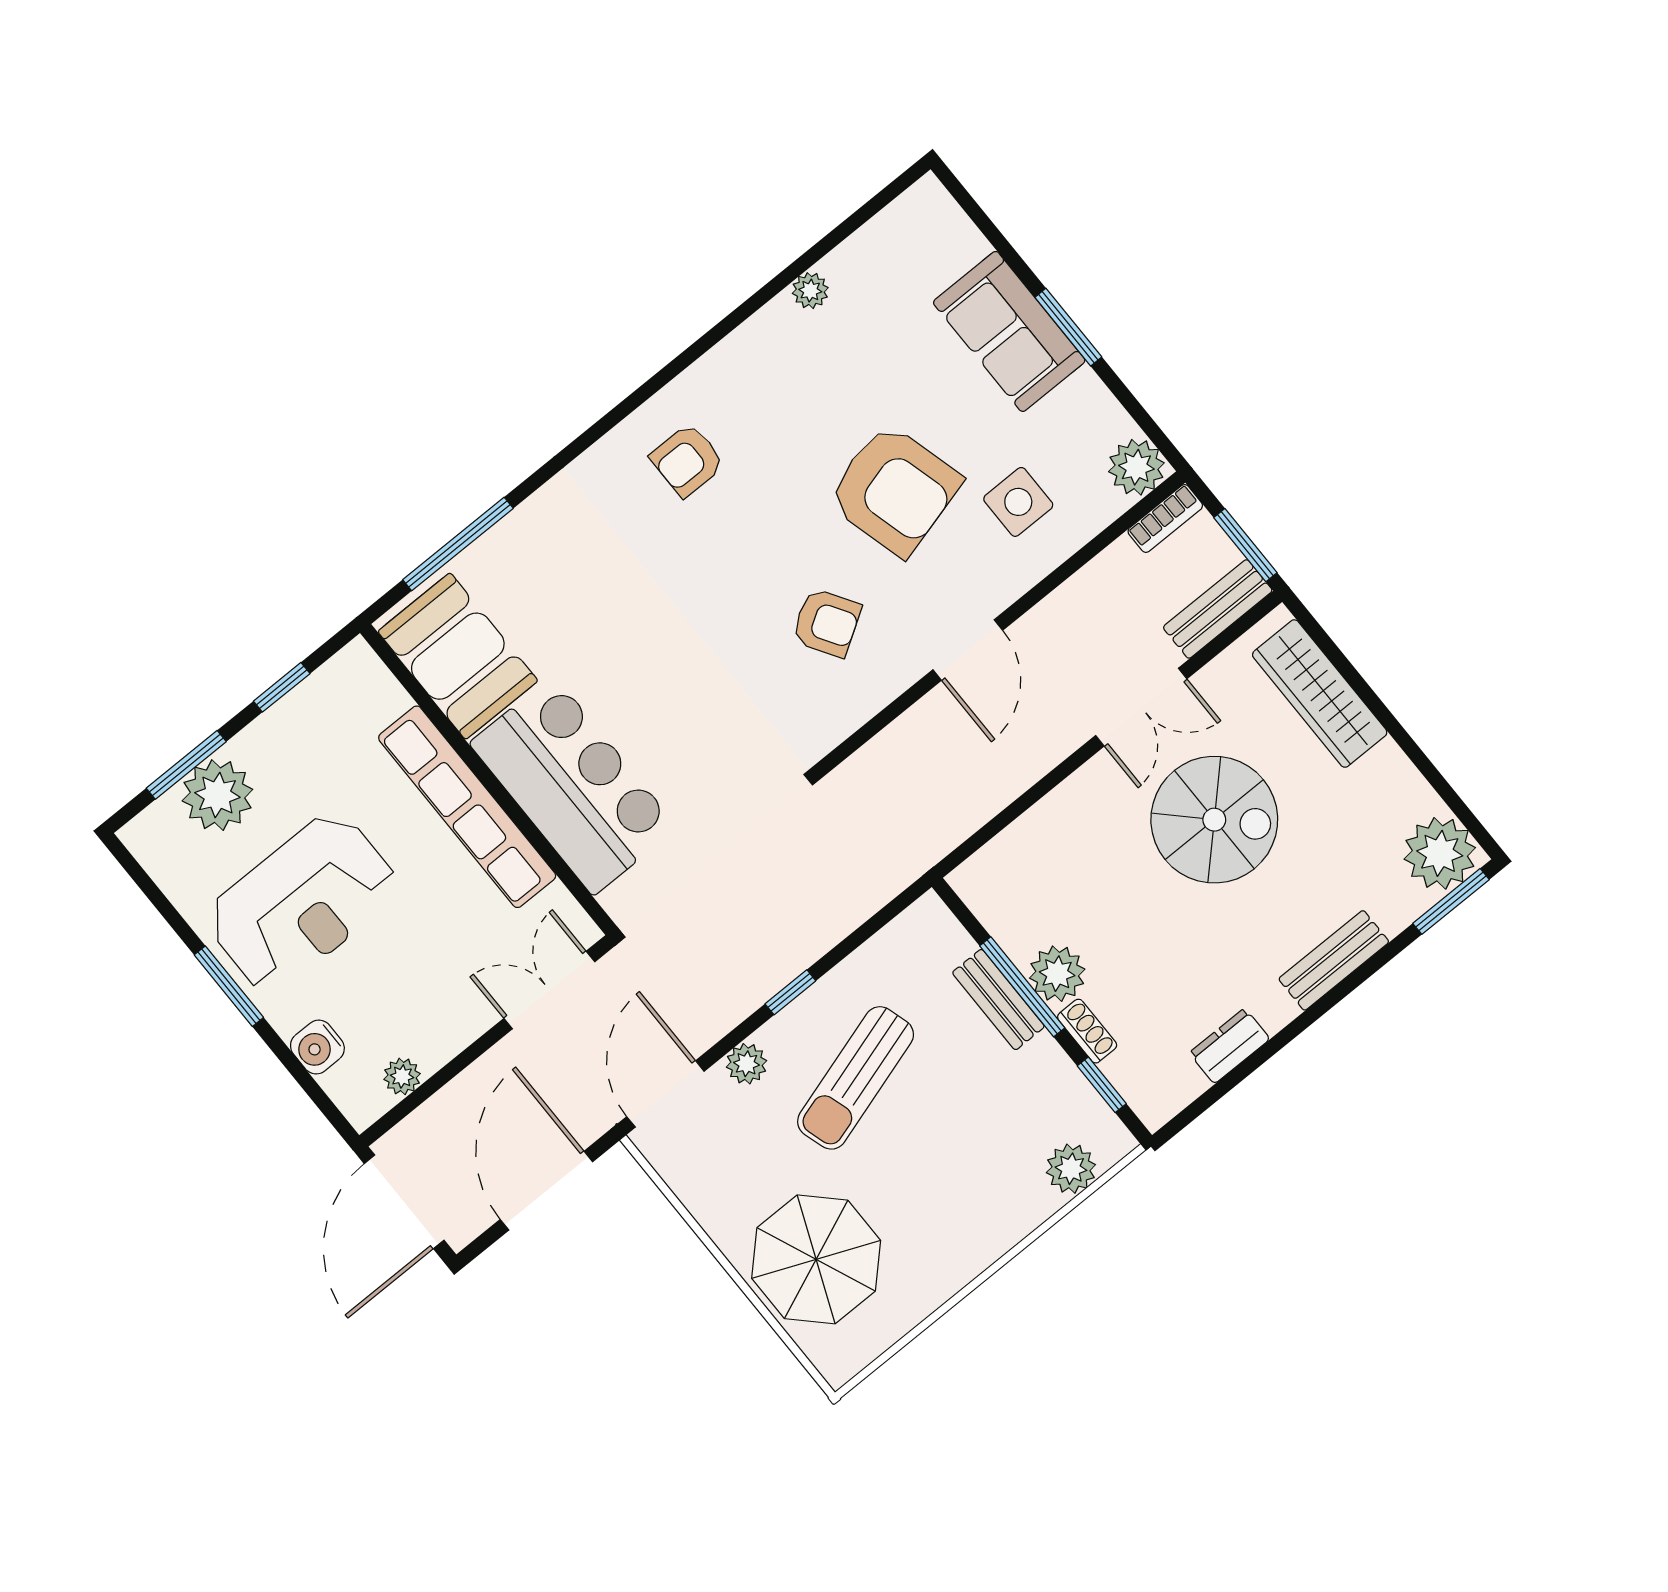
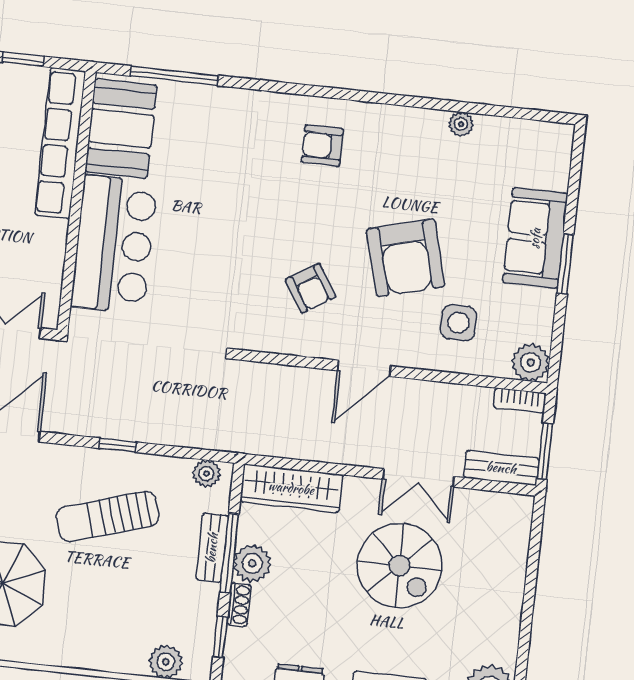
wardrobe: (1320, 694) -> (291, 488), moved, turned -90
row of seats: (467, 807) -> (60, 143), moved
plant: (747, 1064) -> (207, 474), moved

